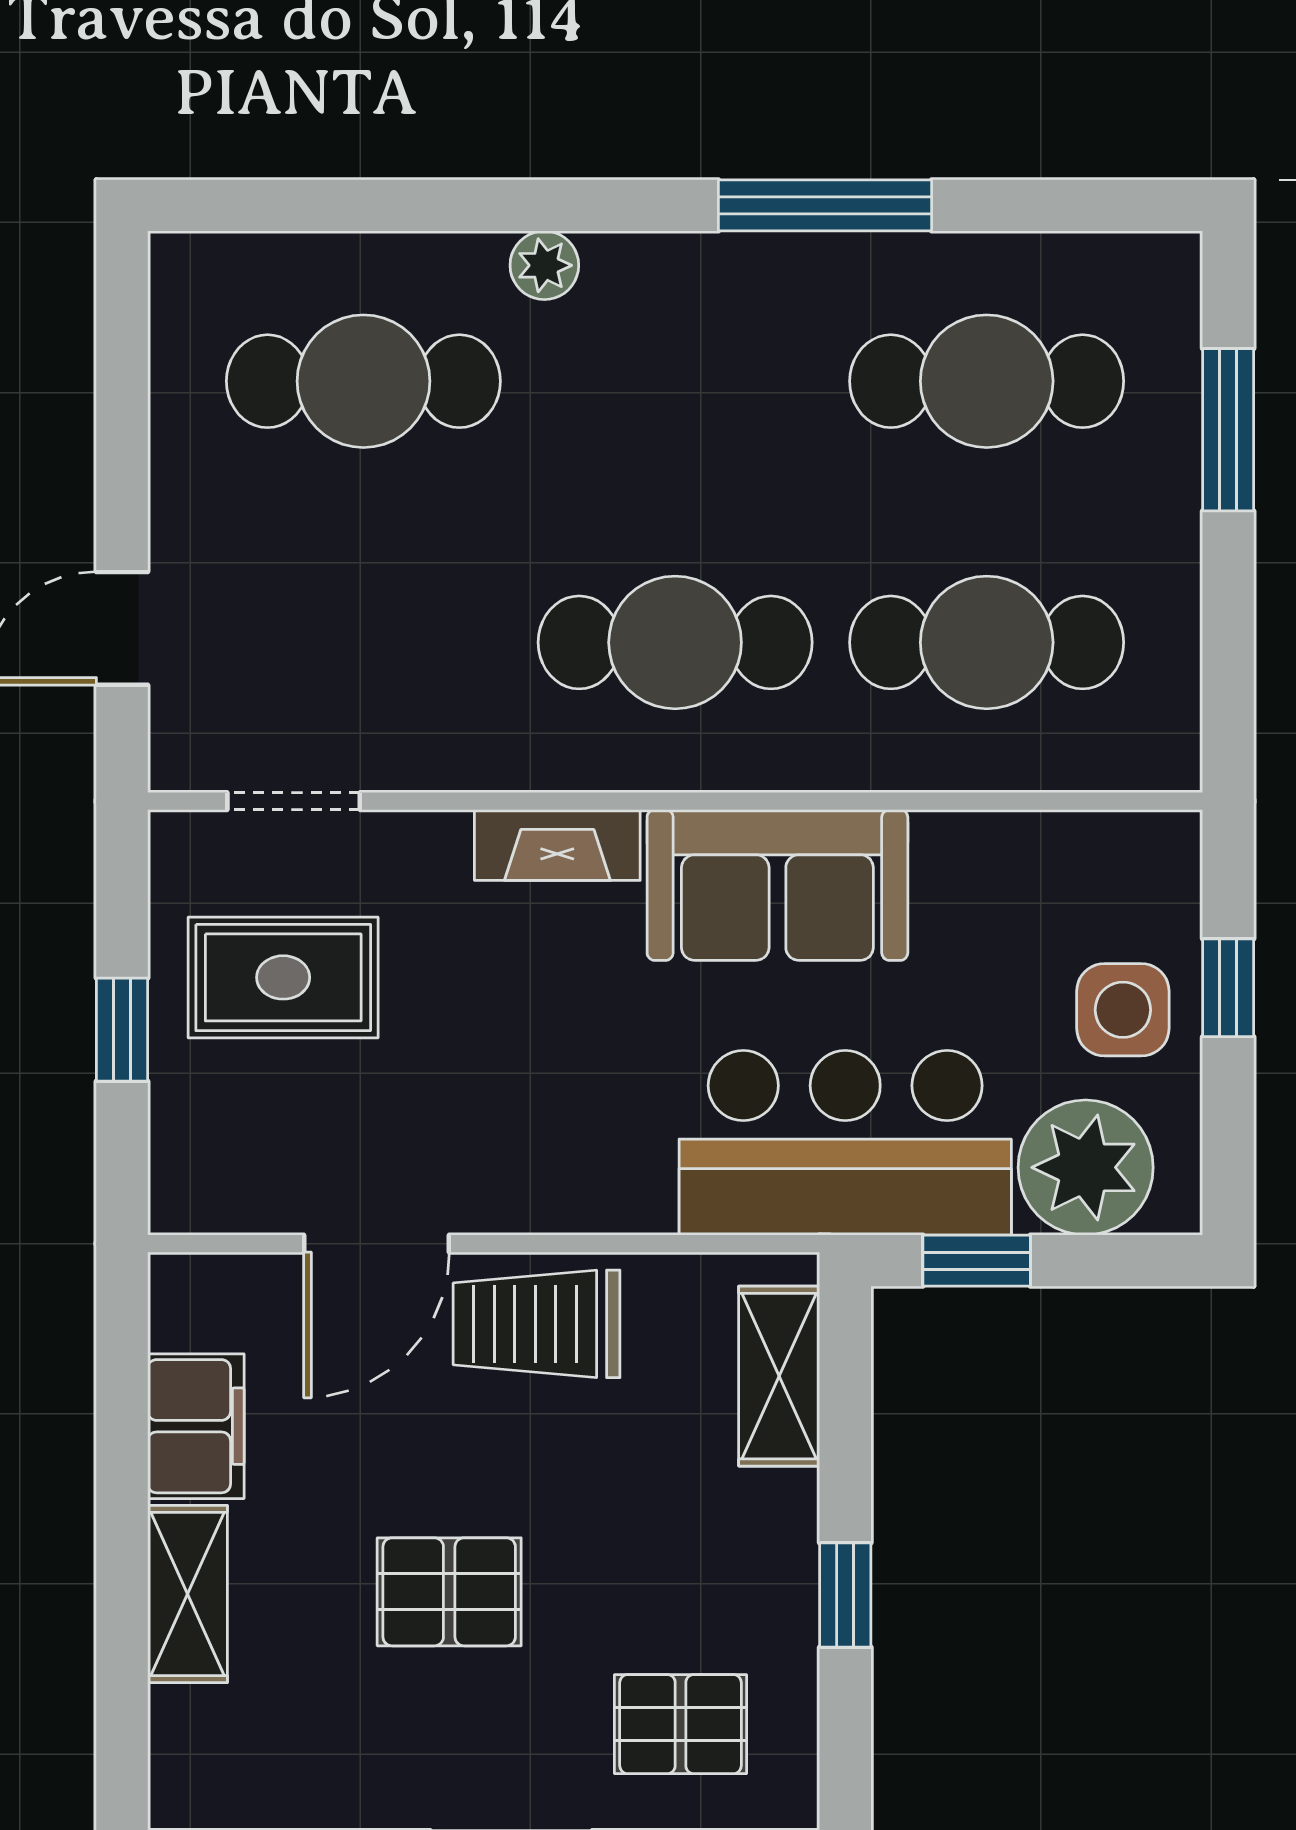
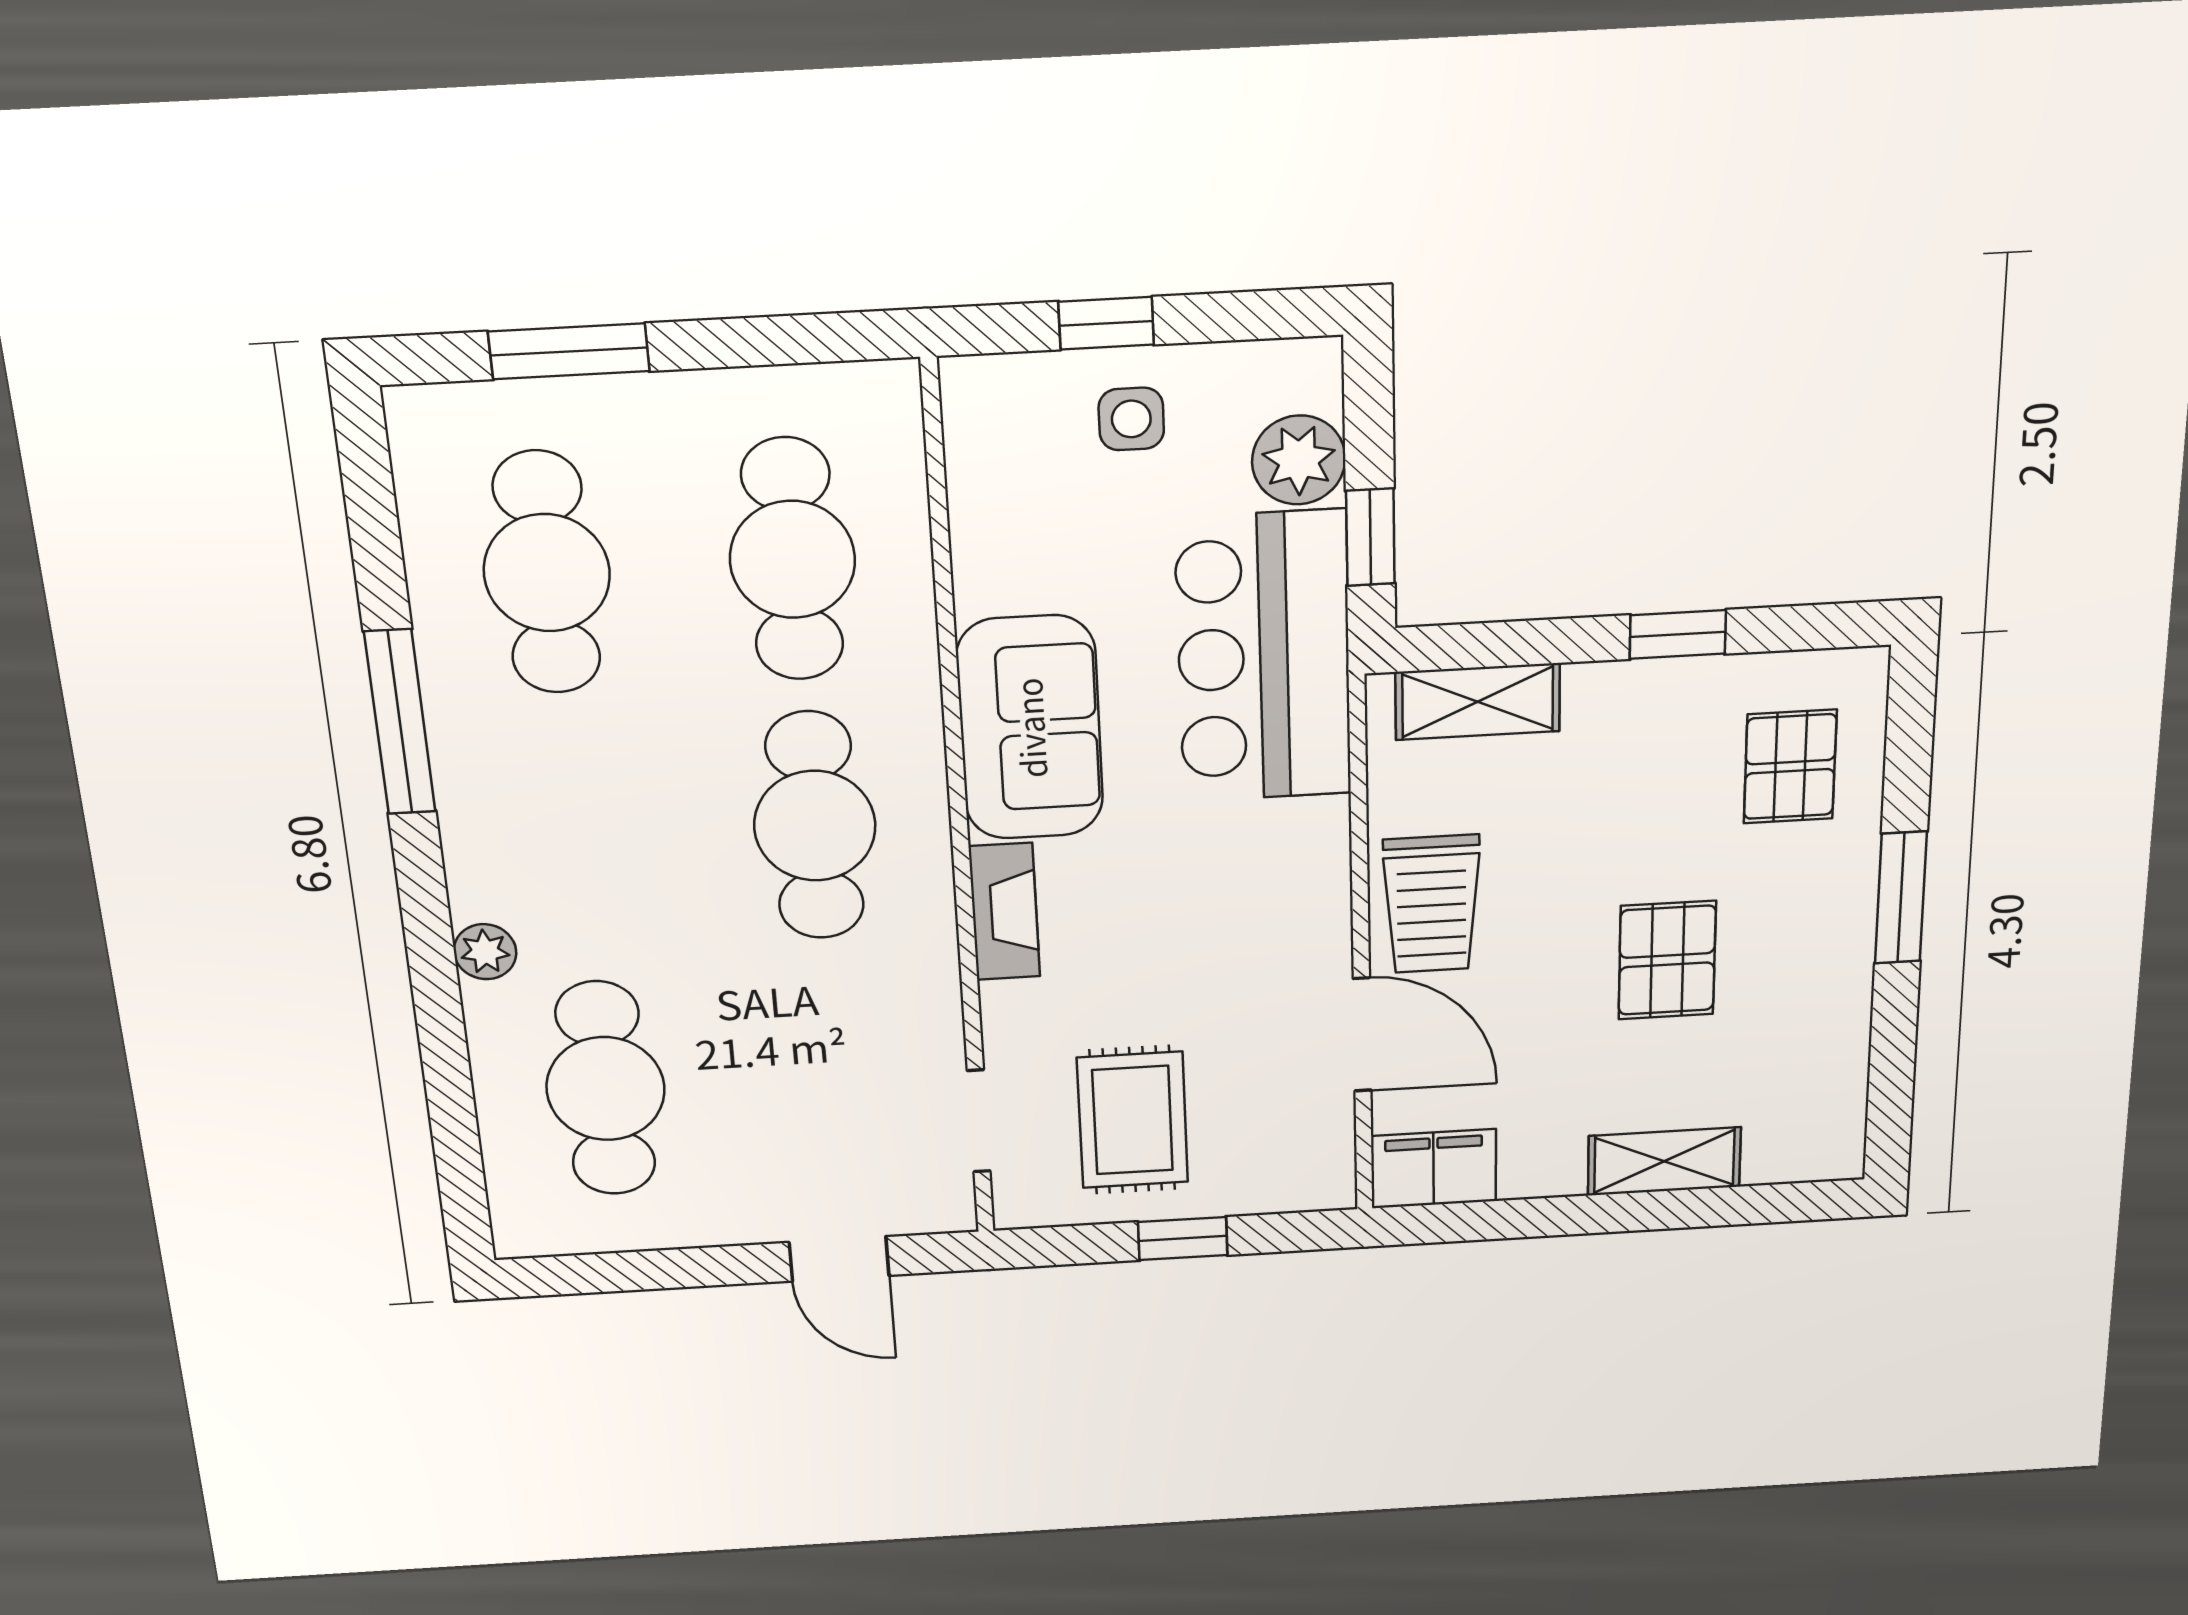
side table: (1123, 1010) -> (1131, 419), width x0.73, depth x0.73
plant: (1086, 1167) -> (1299, 460), width x0.73, depth x0.73
filing cabinet: (196, 1426) -> (1434, 1169), moved

